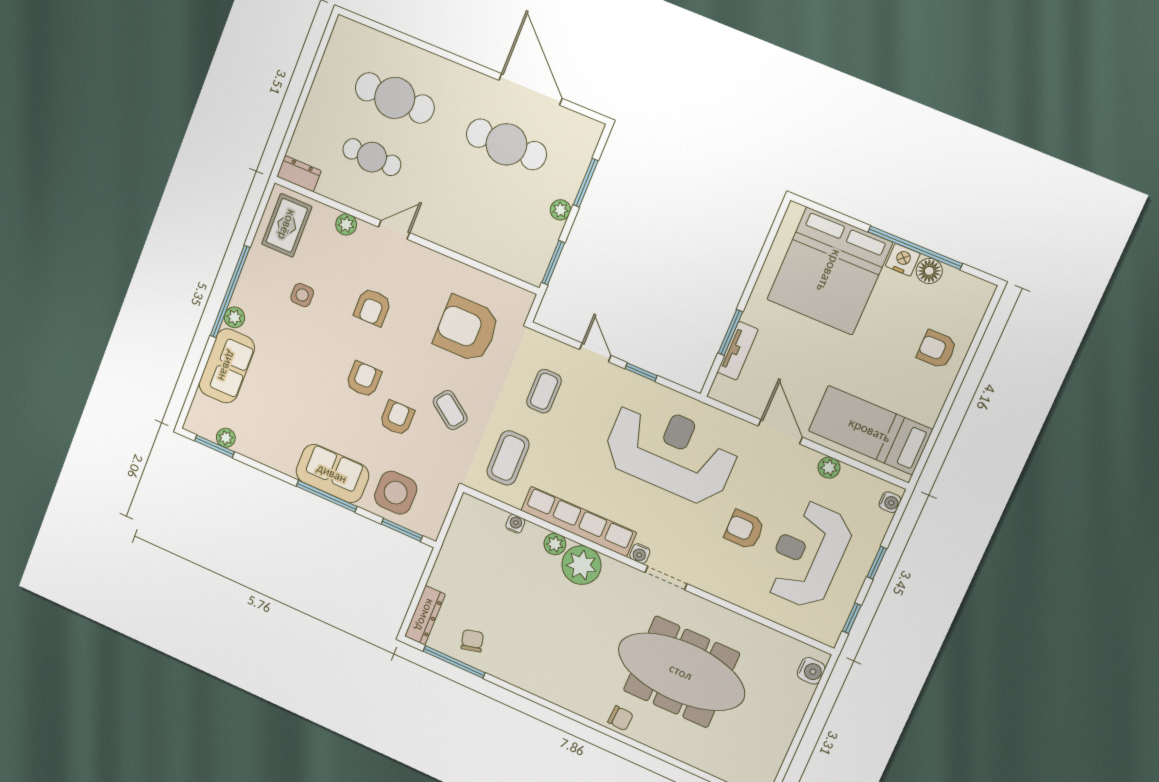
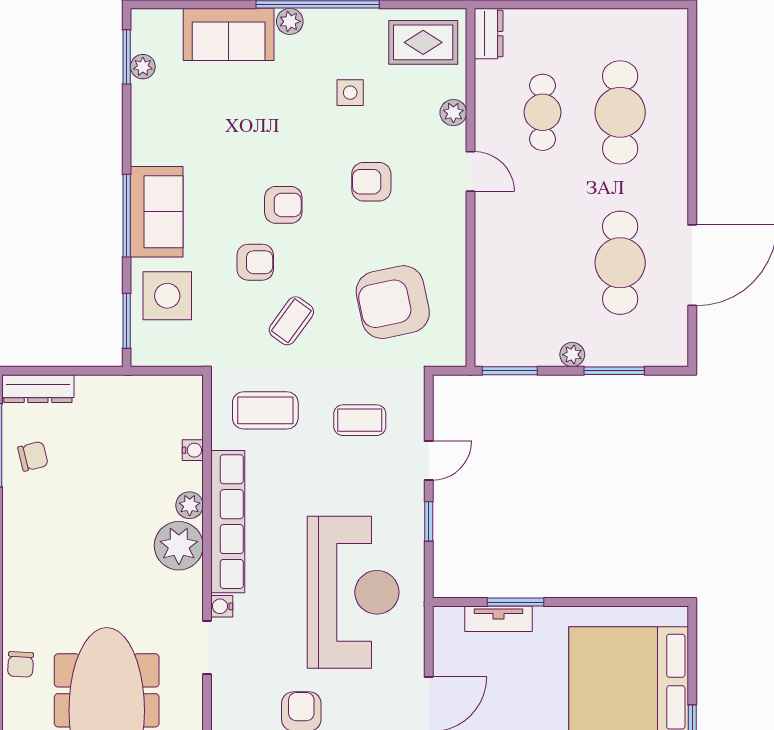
armchair: (467, 329) -> (393, 302), turned -102

